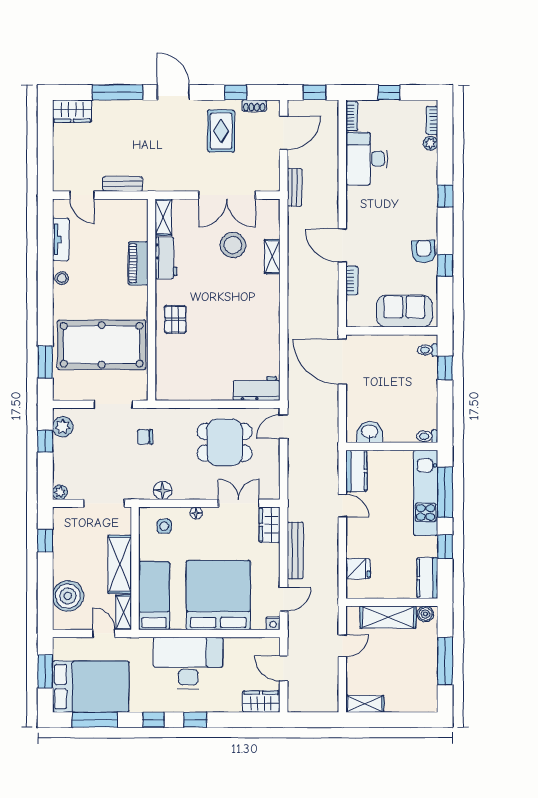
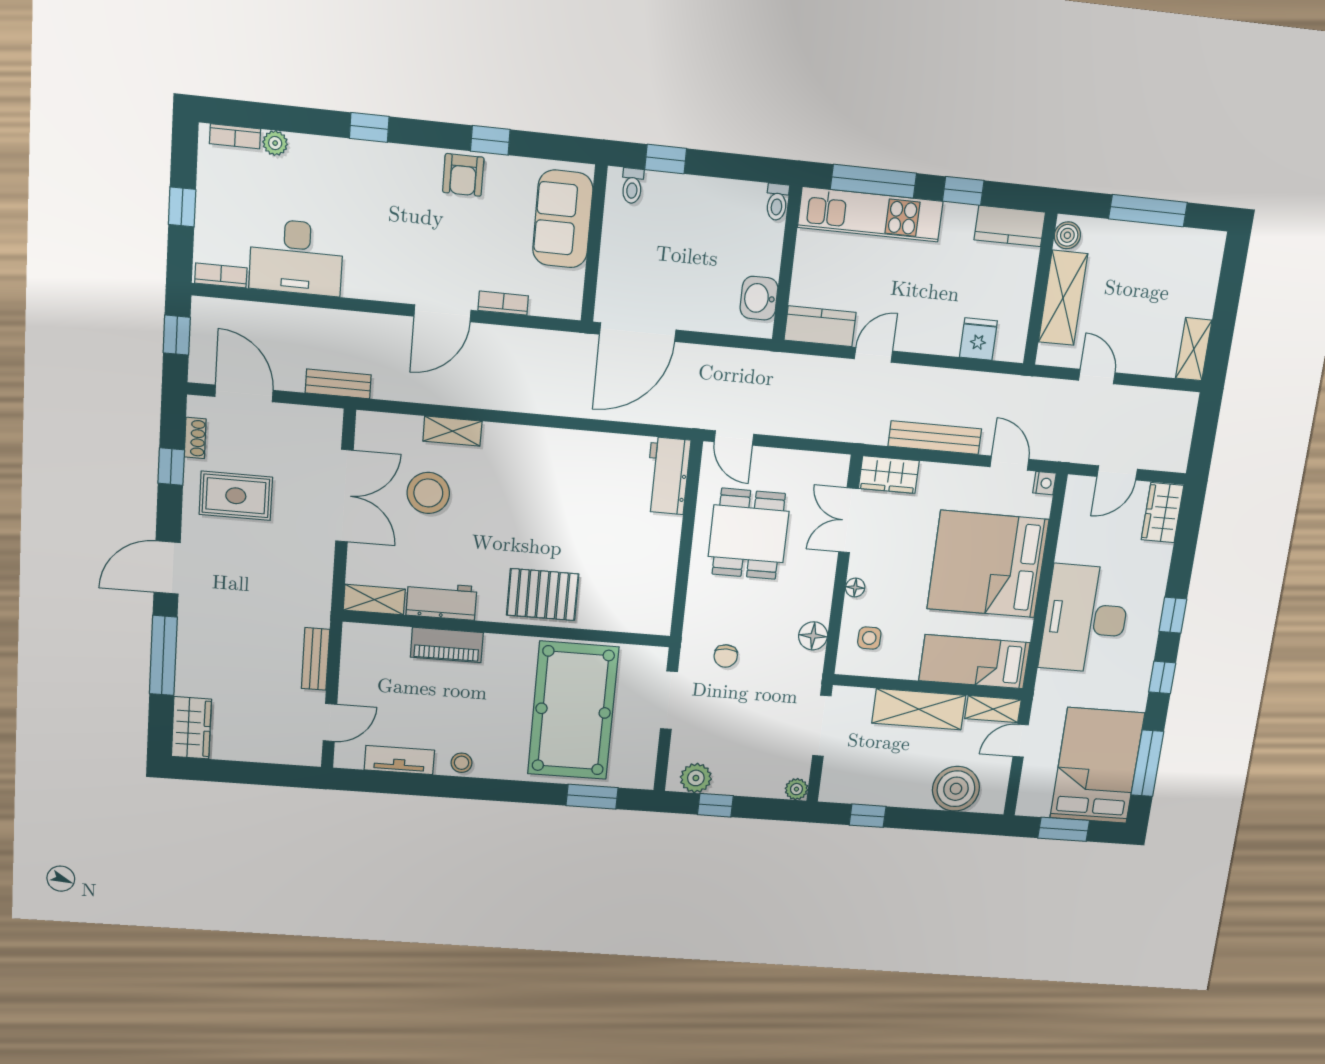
armchair: (424, 251) -> (463, 175), turned -87
pallet: (175, 319) -> (543, 595), width x1.50, depth x1.42

